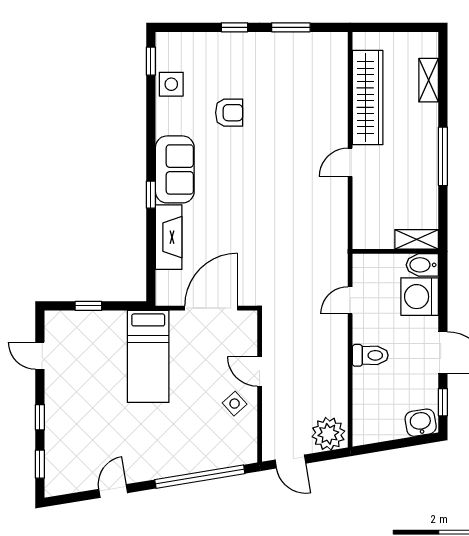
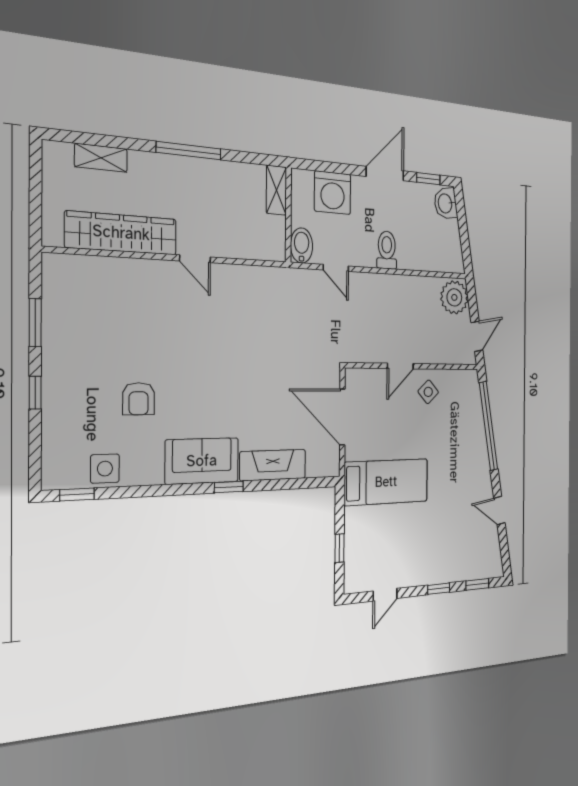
armchair: (229, 113) -> (139, 399), turned 180
bidet: (422, 265) -> (302, 246), moved, turned 180

